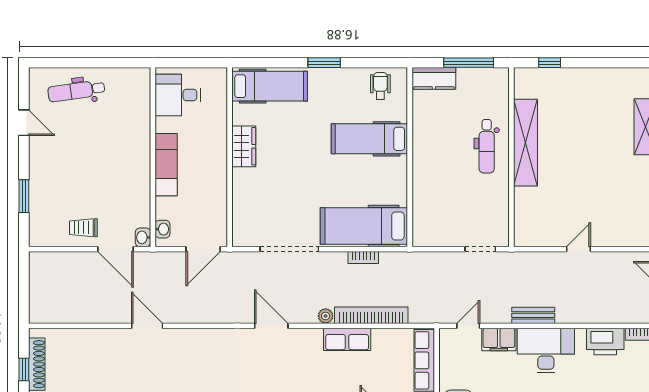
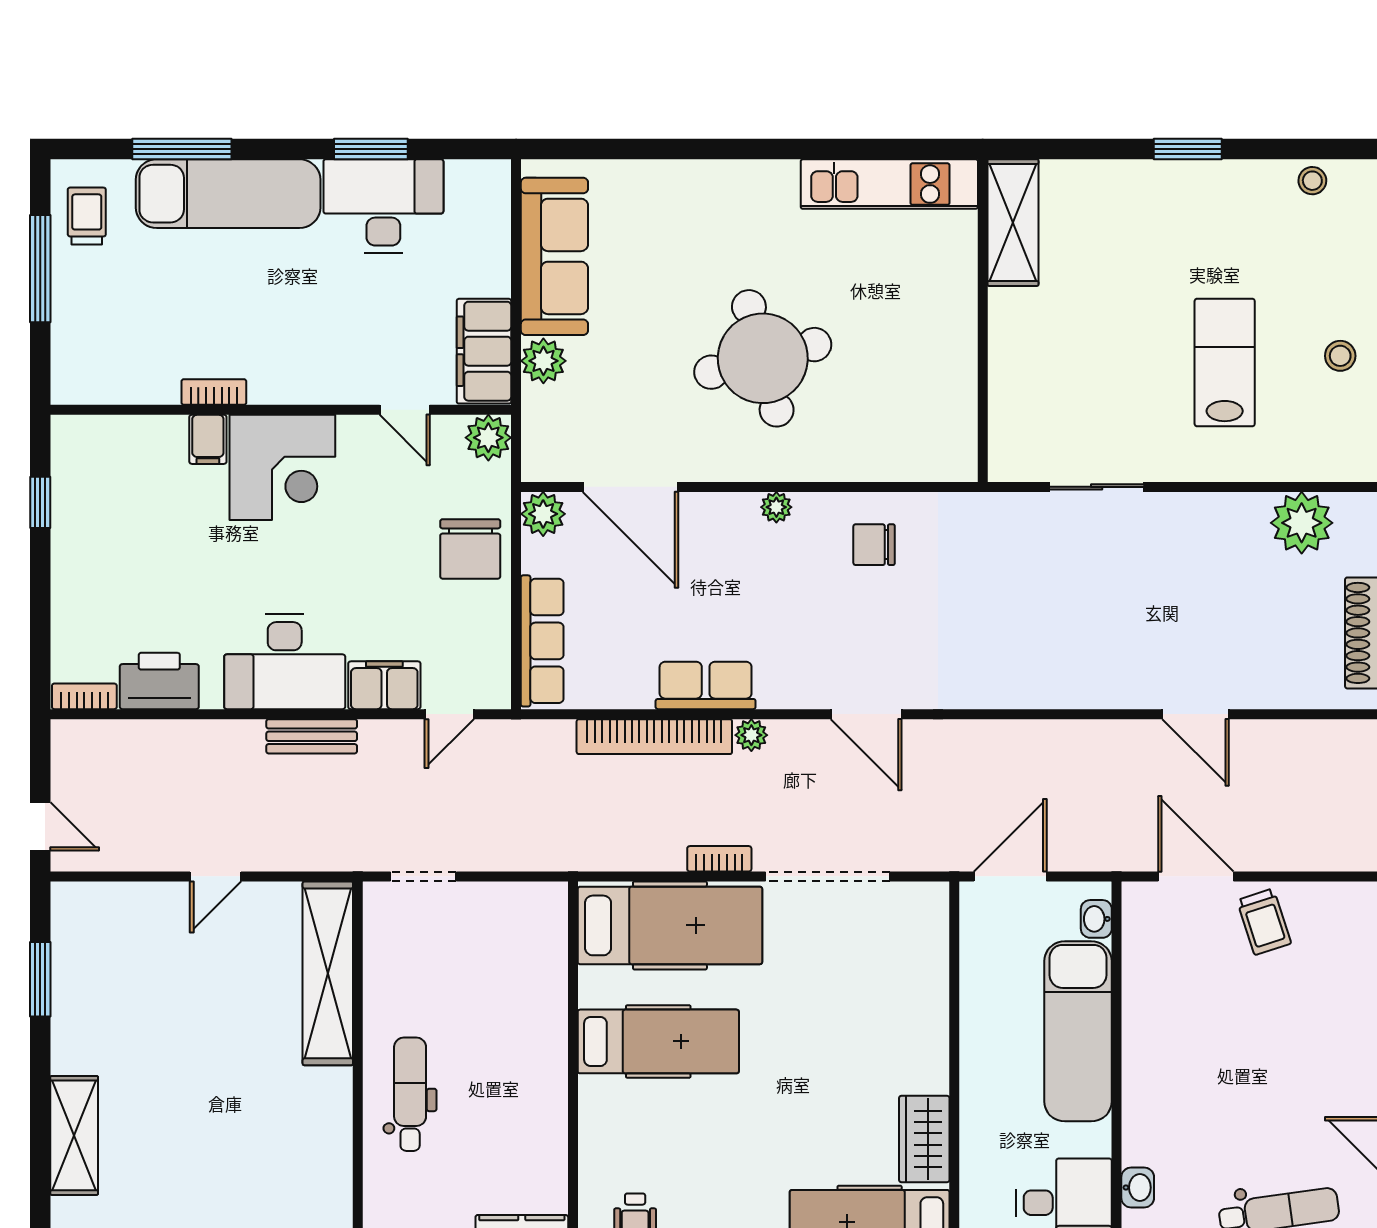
hospital bed: (369, 139) -> (658, 1041), moved
shelving: (526, 143) -> (328, 973), moved
wardrobe: (244, 146) -> (924, 1139), moved
exam couch: (166, 165) -> (1078, 1031), width x1.36, depth x1.45
trolley: (83, 228) -> (1264, 922), turned 72
washbasin: (143, 237) -> (1138, 1188), moved
bookcase: (363, 258) -> (719, 859), moved
door: (147, 326) -> (1196, 714), moved

